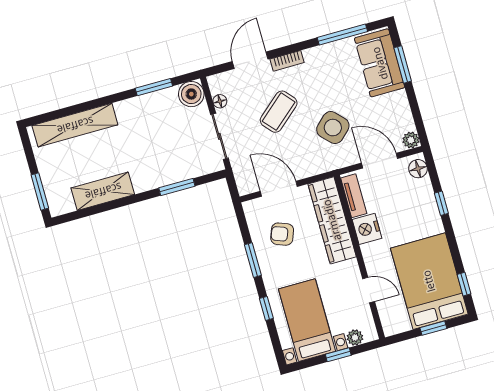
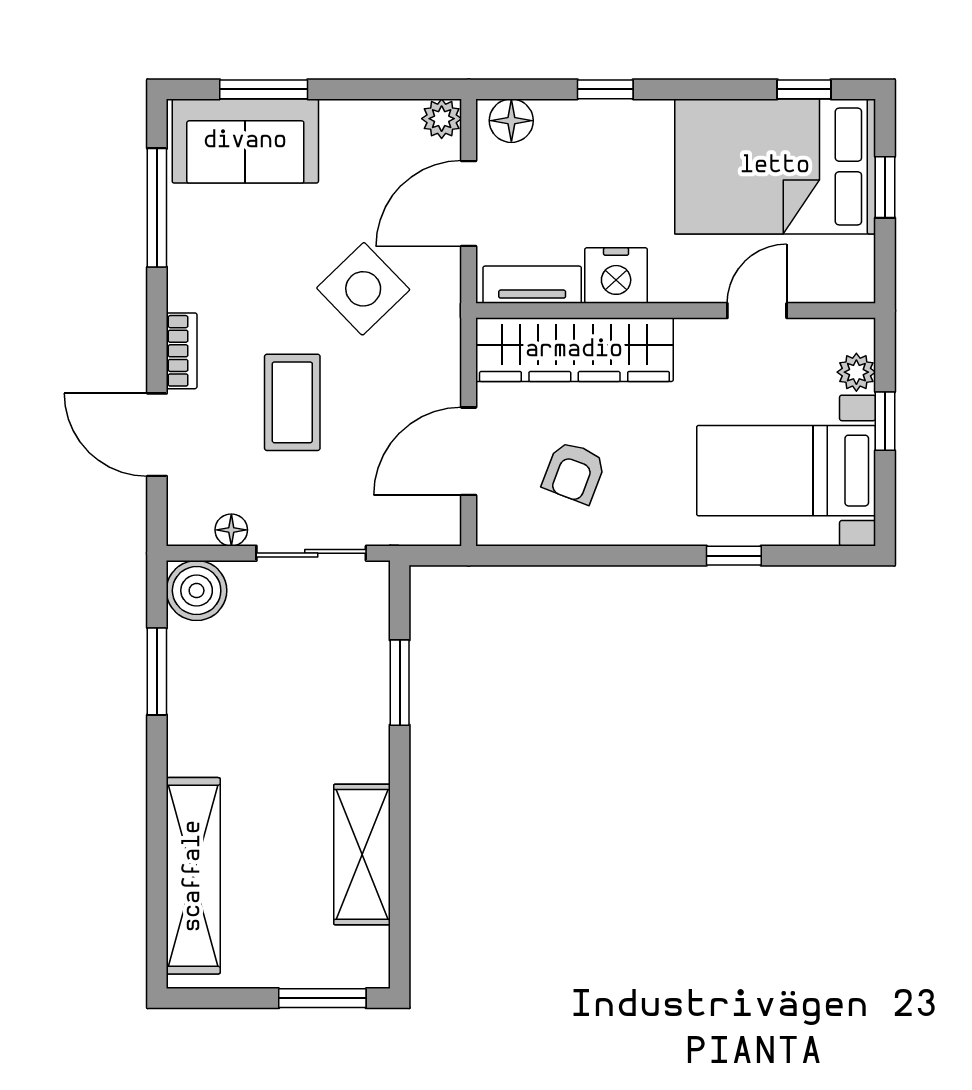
coffee table: (279, 112) -> (292, 402), turned 41
window: (253, 260) -> (615, 556), removed

